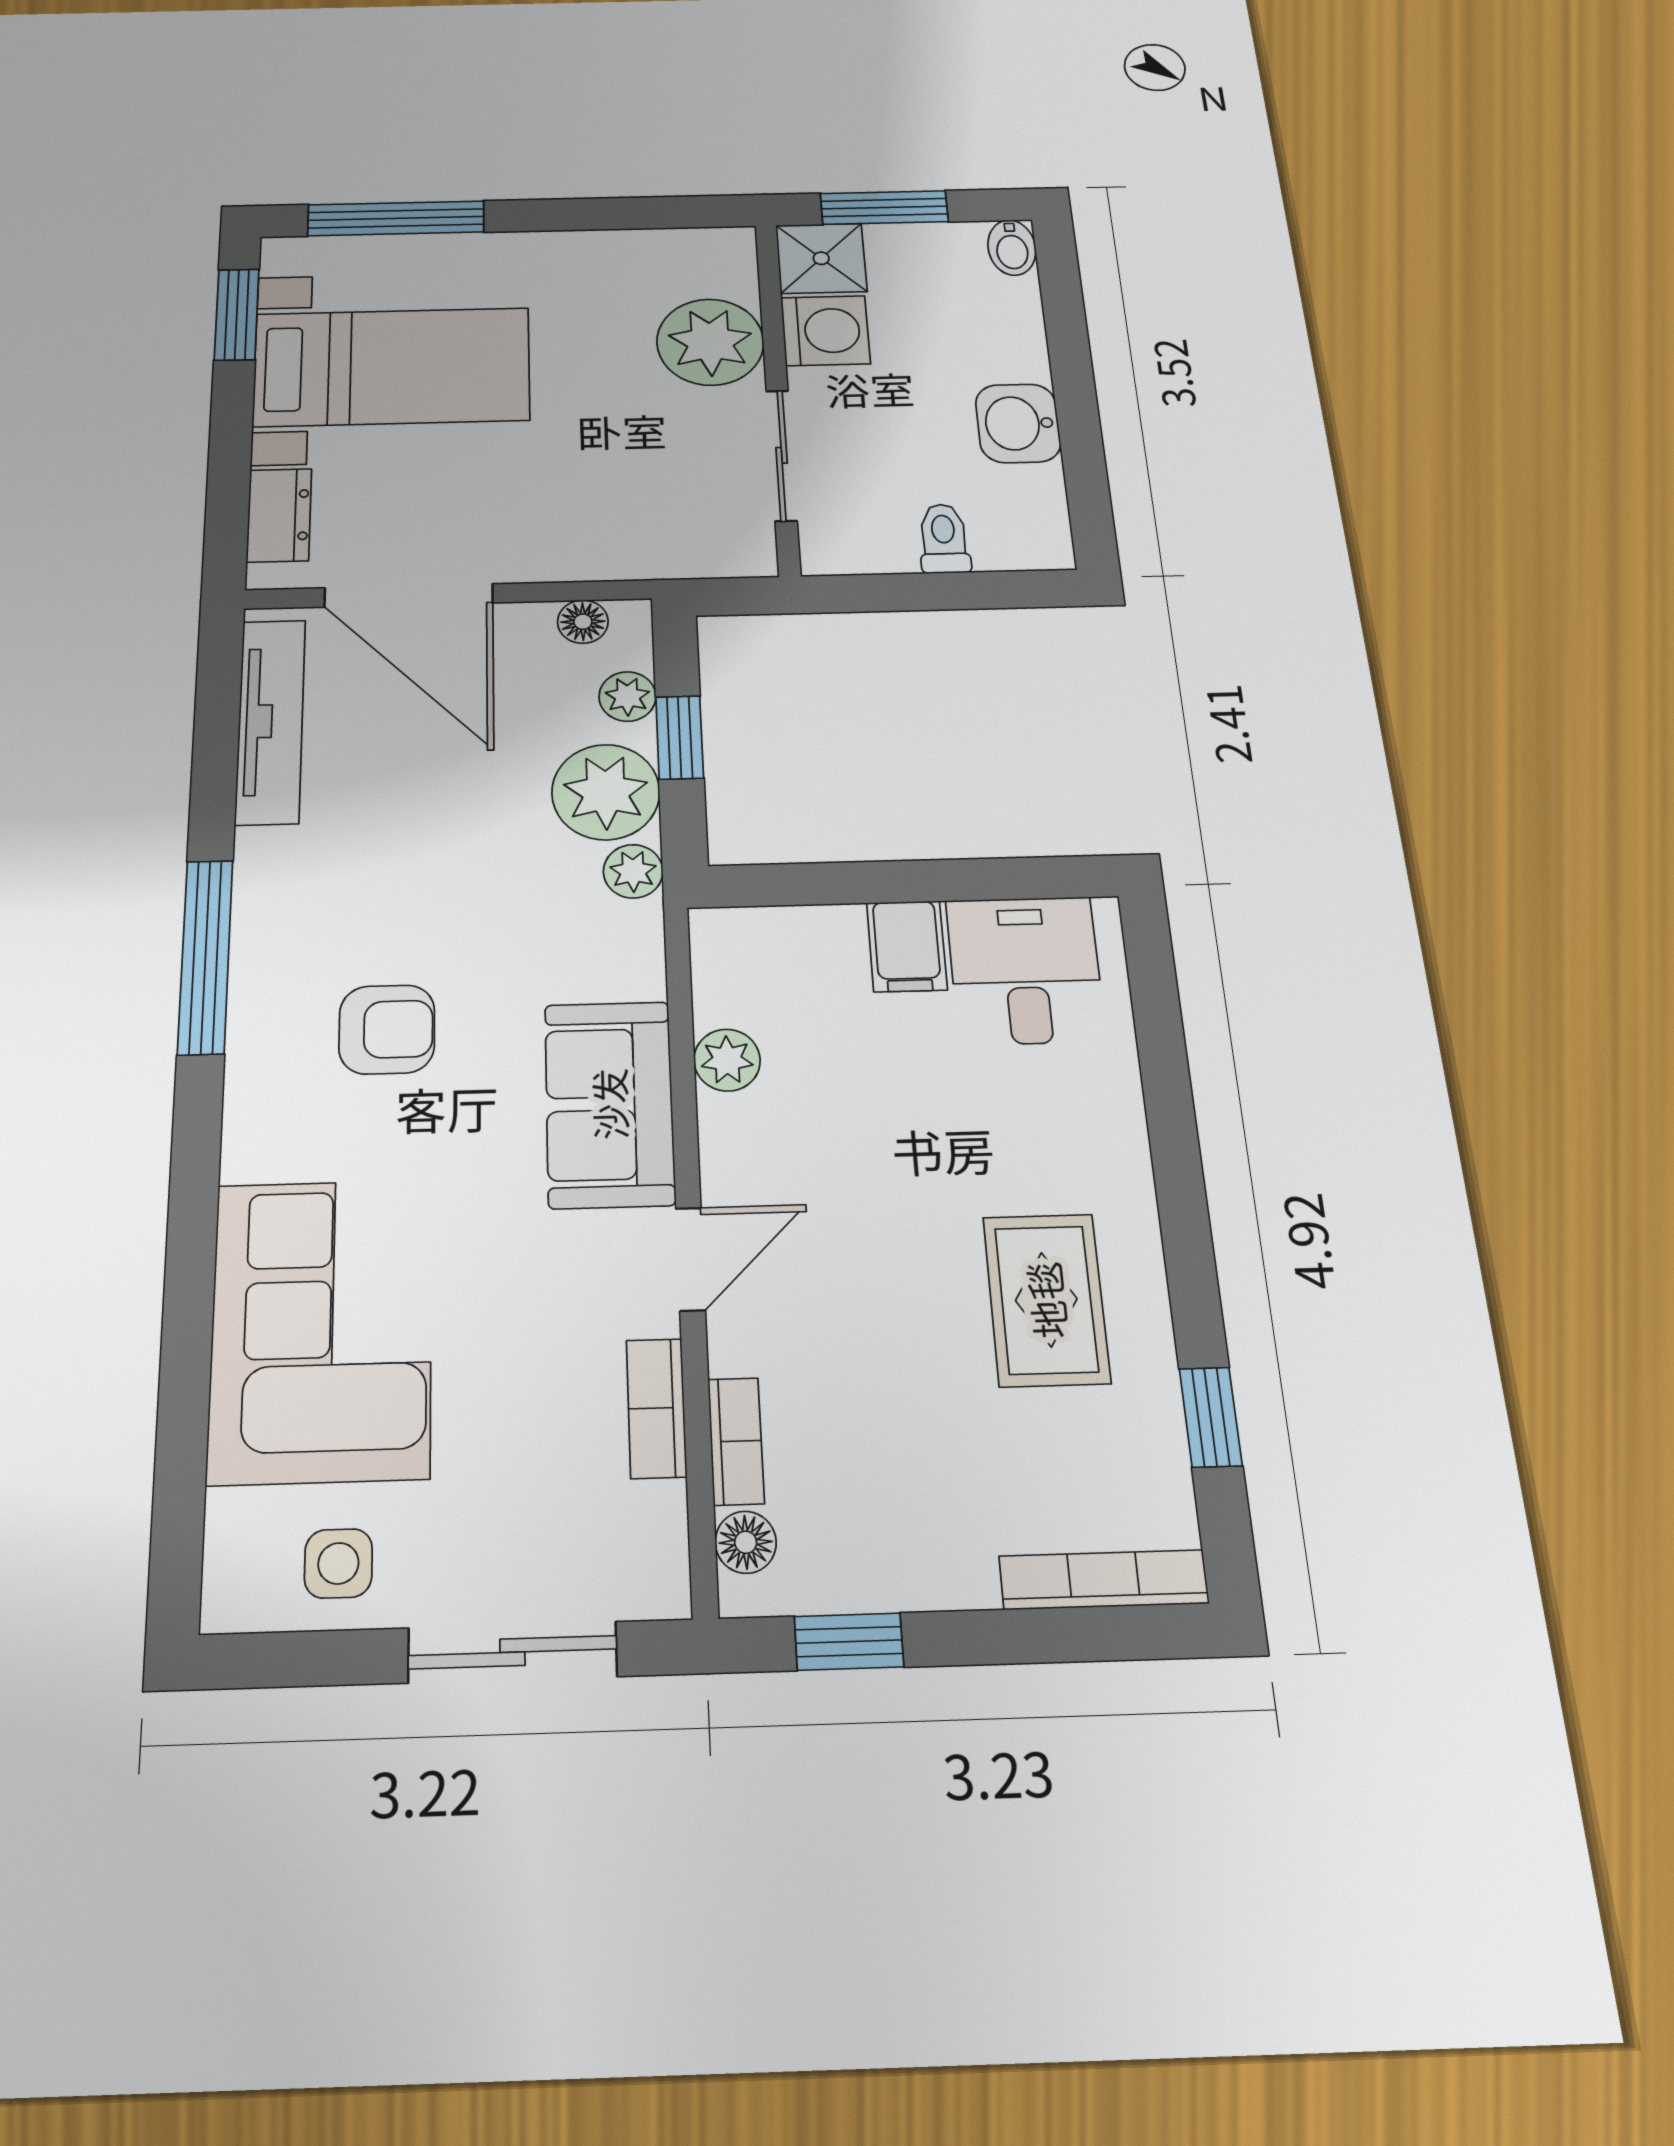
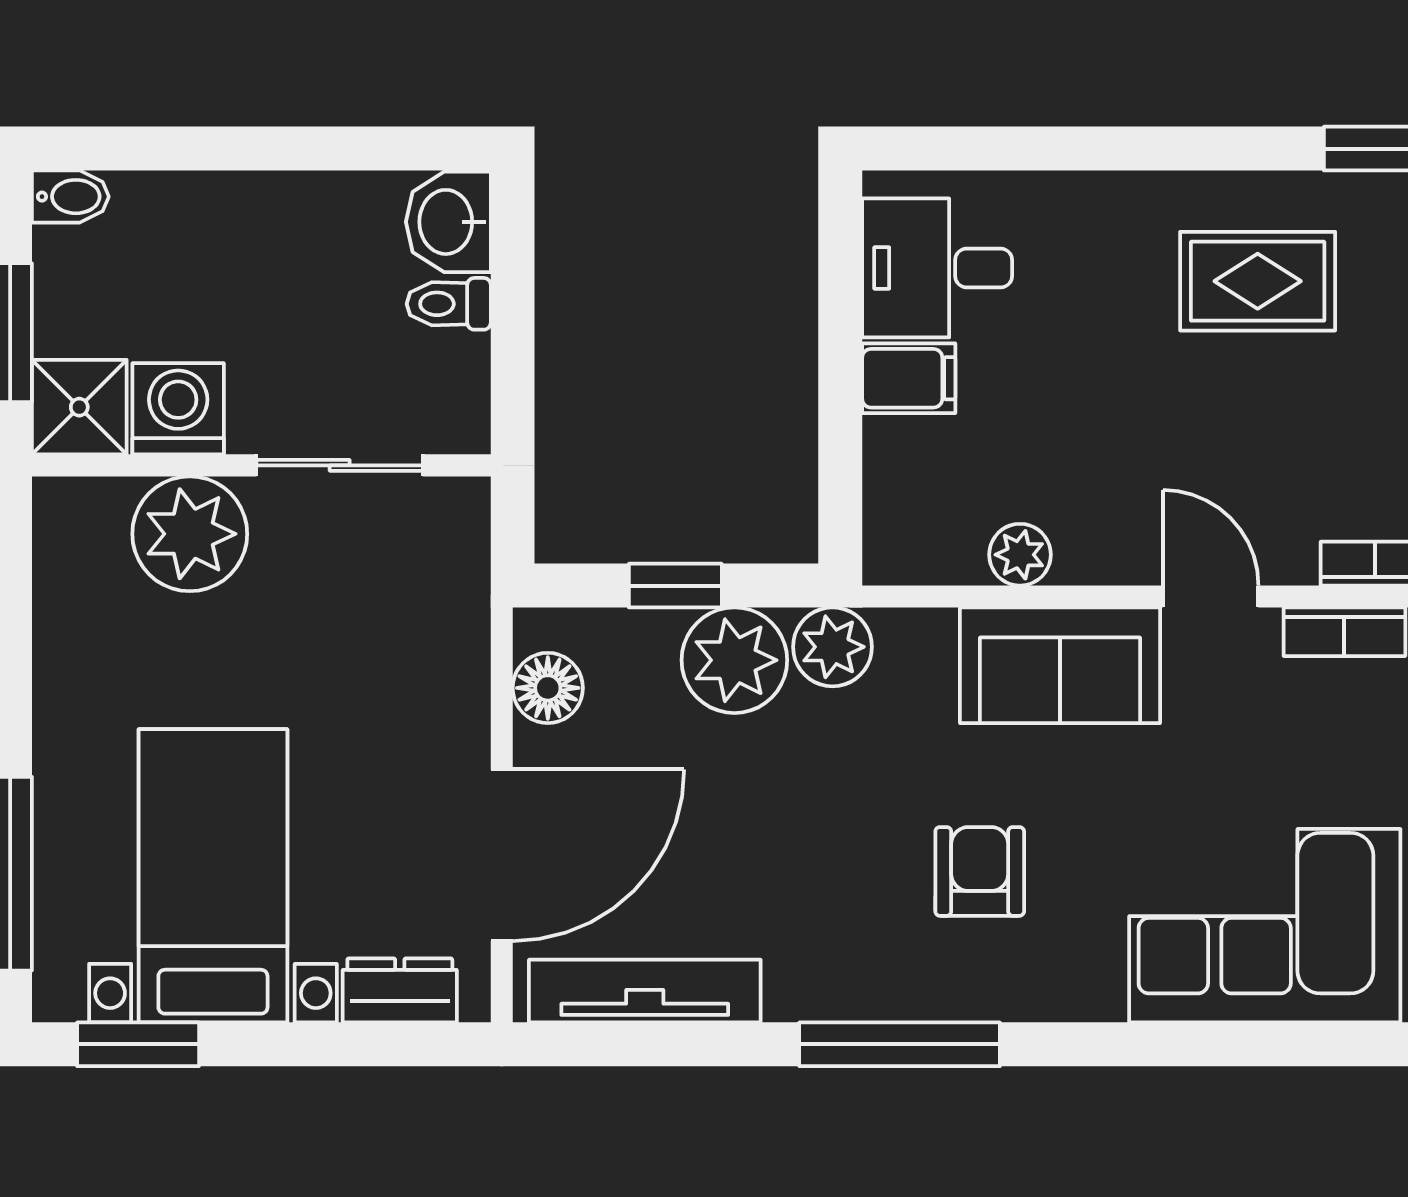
washbasin: (1018, 423) -> (448, 222), moved, turned 90
floor lamp: (583, 622) -> (548, 688), width x1.37, depth x1.37
plant: (627, 697) -> (627, 636), removed
plant: (633, 871) -> (832, 647), width x1.38, depth x1.38

